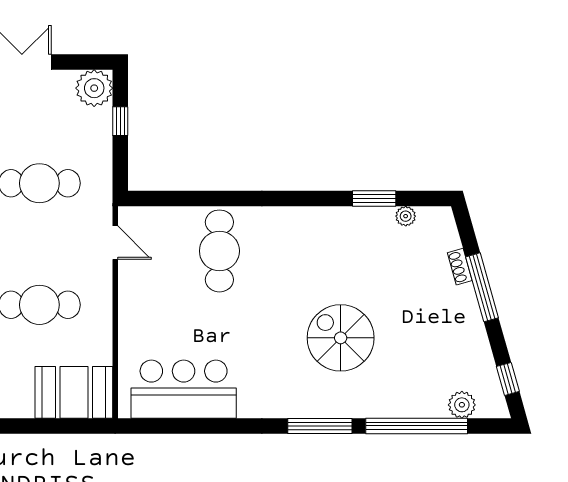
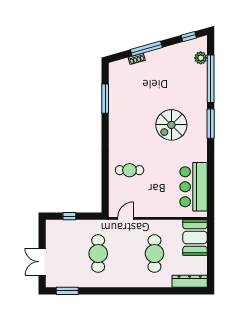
plant: (94, 88) -> (54, 228), removed
window: (374, 199) -> (105, 99), width x1.44
plant: (406, 216) -> (113, 84), removed
cafe table: (219, 251) -> (130, 170), width x0.73, depth x0.74
spiral stairs: (341, 338) -> (171, 125), moved

